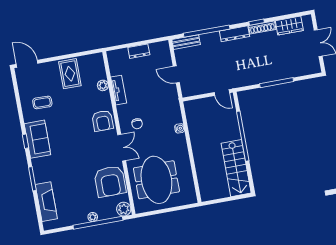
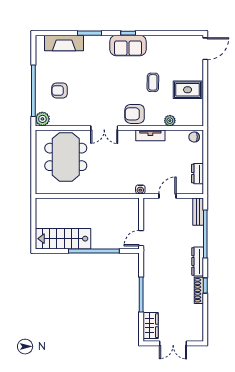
wardrobe: (289, 26) -> (151, 326), moved, turned 180
dresser: (139, 51) -> (198, 174), moved
tv unit: (119, 90) -> (150, 135), moved
coffee table: (42, 102) -> (153, 82), moved
chair: (137, 124) -> (194, 137), moved
water cooler: (180, 128) -> (140, 189), moved
meeting table: (156, 180) -> (66, 157), turned 90
armchair: (110, 181) -> (60, 90), moved, width x0.53, depth x0.53
plant: (93, 217) -> (40, 87), removed

